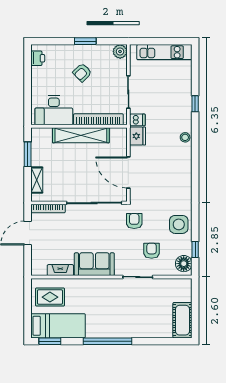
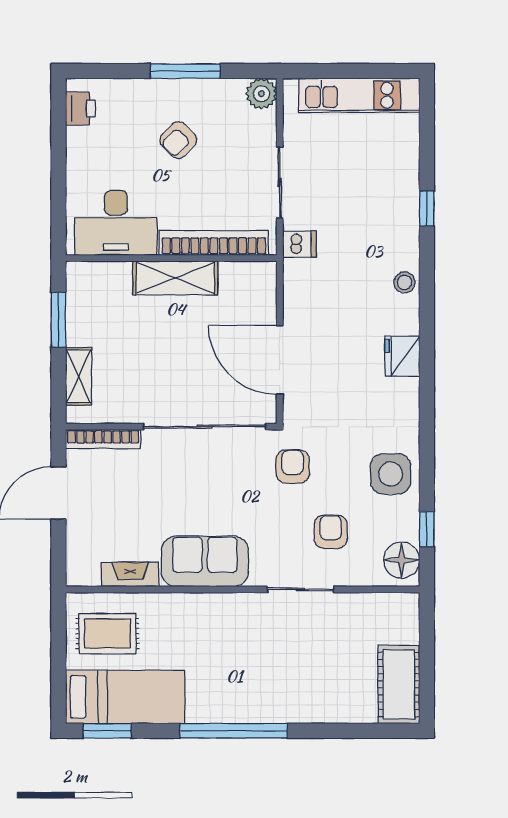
window: (85, 41) -> (185, 71), width x1.44
shelving: (81, 135) -> (175, 278), width x0.68
fridge: (138, 136) -> (402, 356), moved, turned 180

